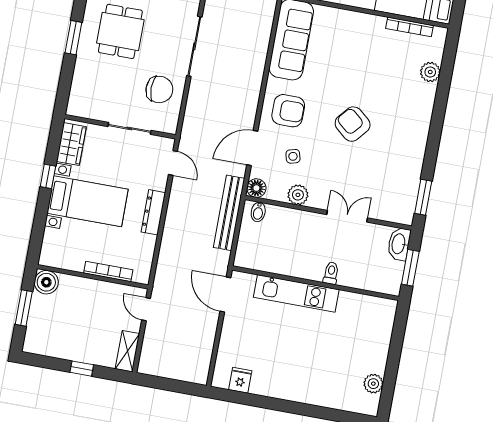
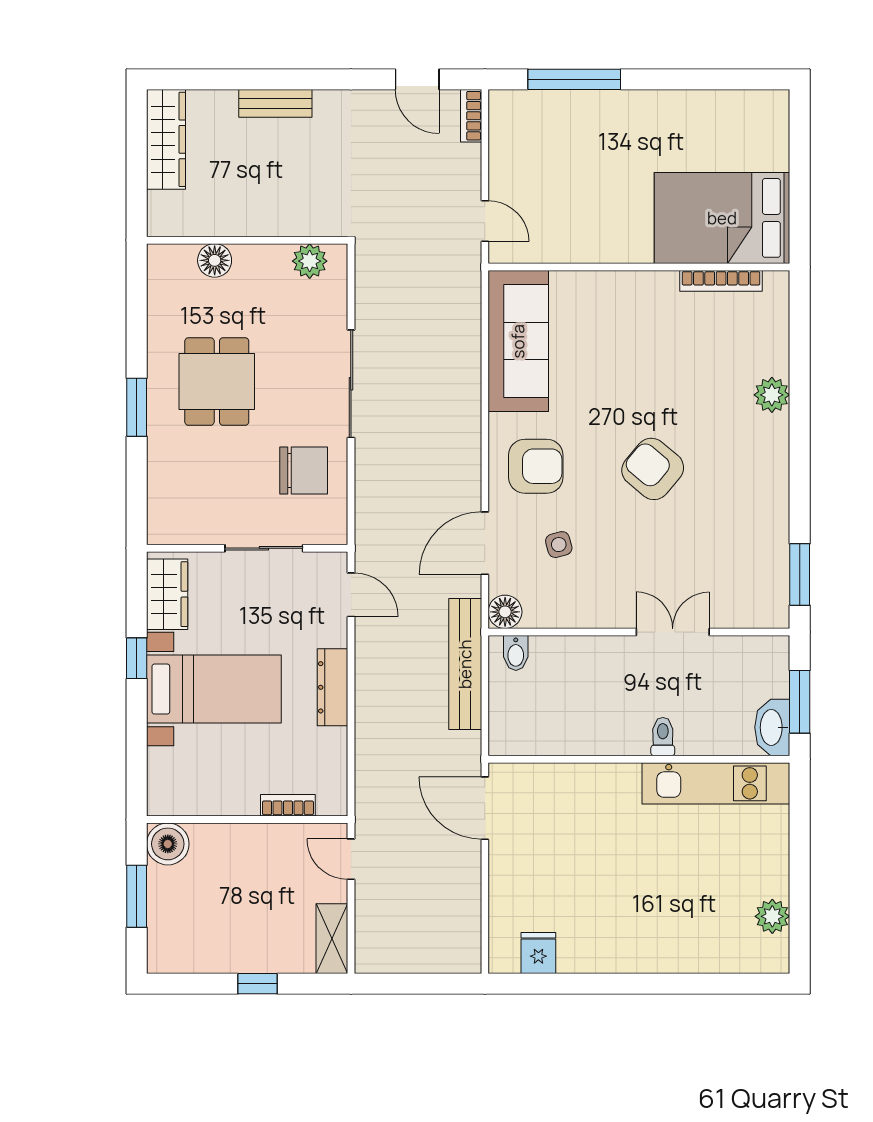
plant: (430, 72) -> (772, 395), moved
plant: (298, 195) -> (580, 610), removed
washbasin: (399, 244) -> (772, 727), moved
bookcase: (108, 271) -> (288, 805), width x0.64
kitchen unit: (296, 293) -> (716, 783), moved

